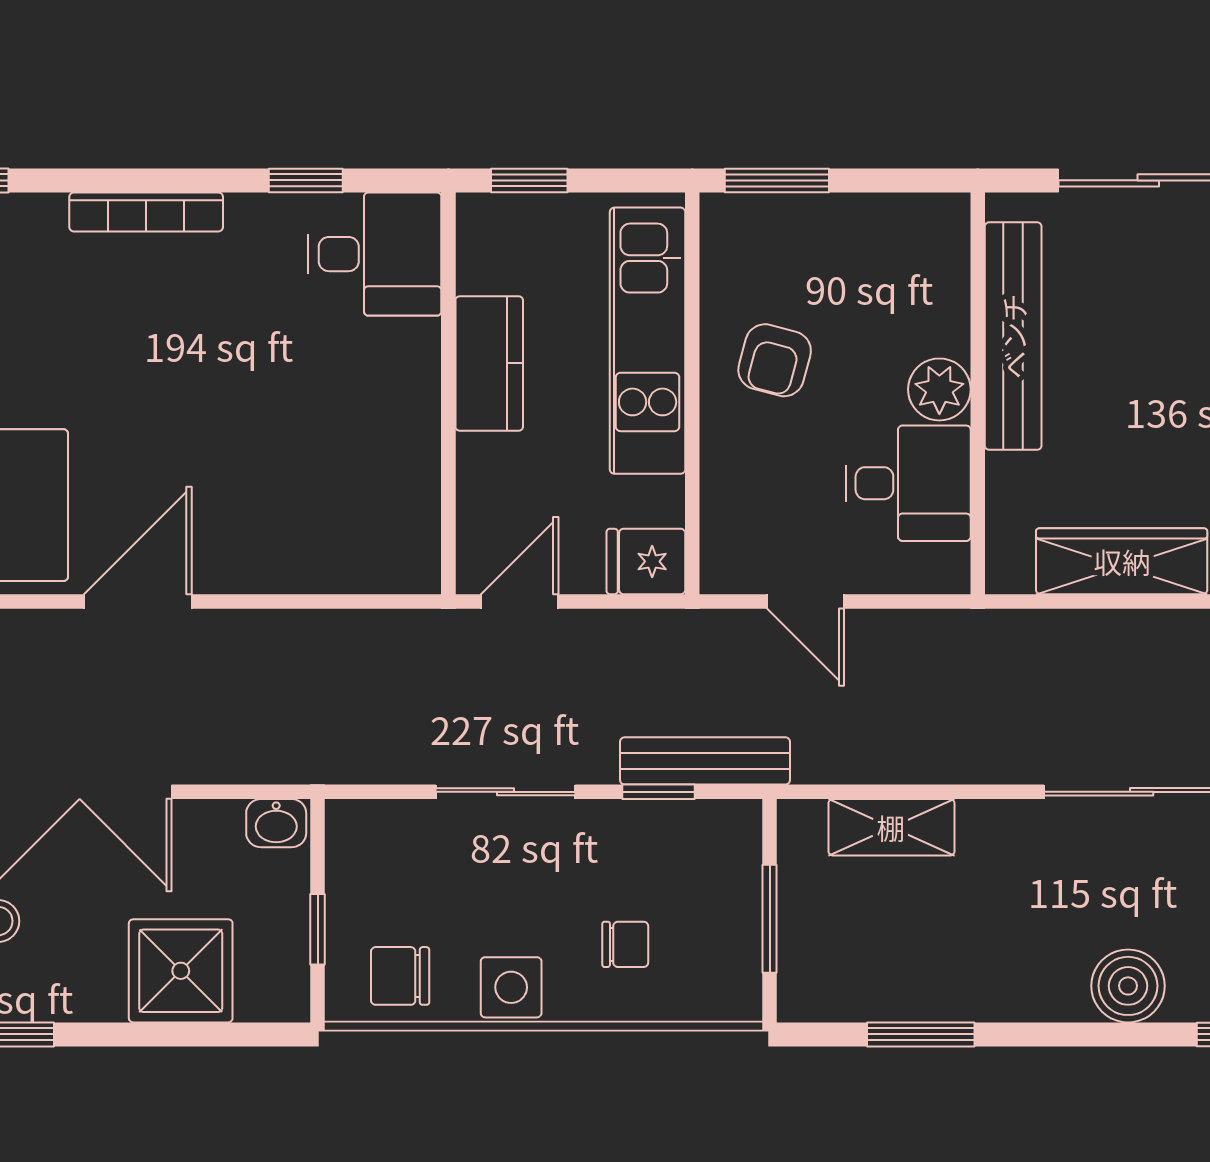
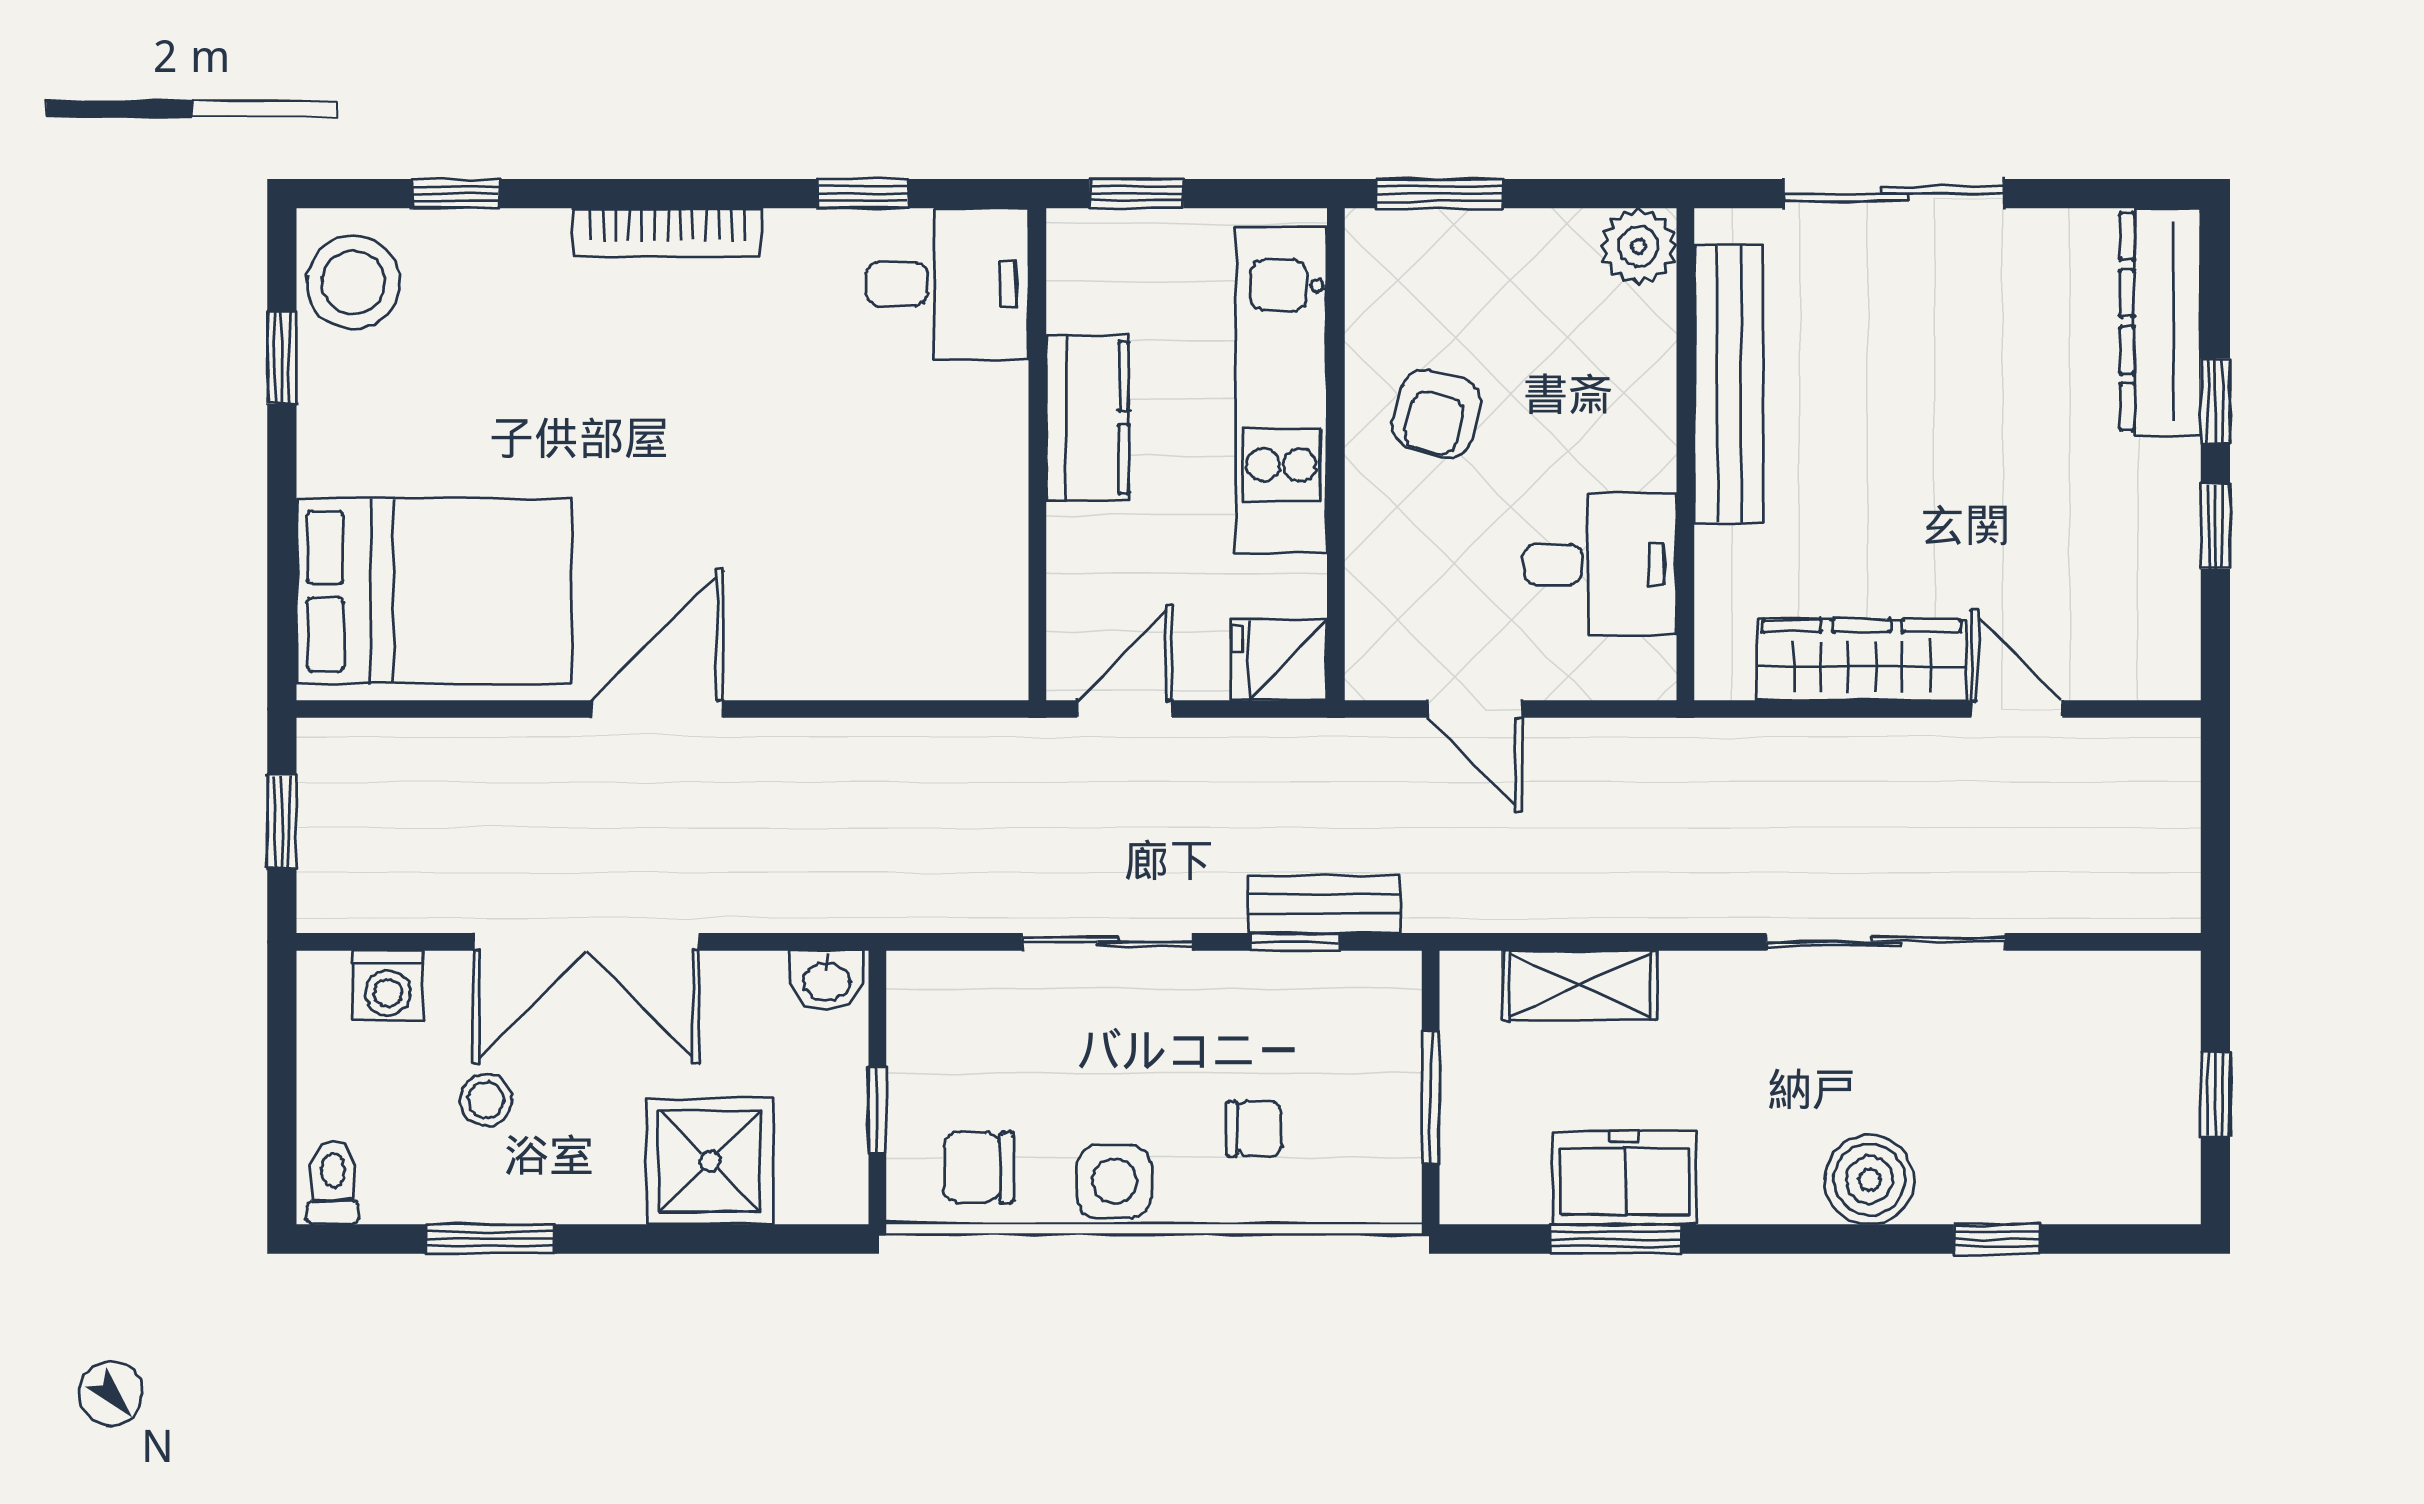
plant: (939, 389) -> (1638, 246), moved
bench: (705, 761) -> (1324, 904), width x0.73
freezer: (928, 984) -> (1625, 1178), added

